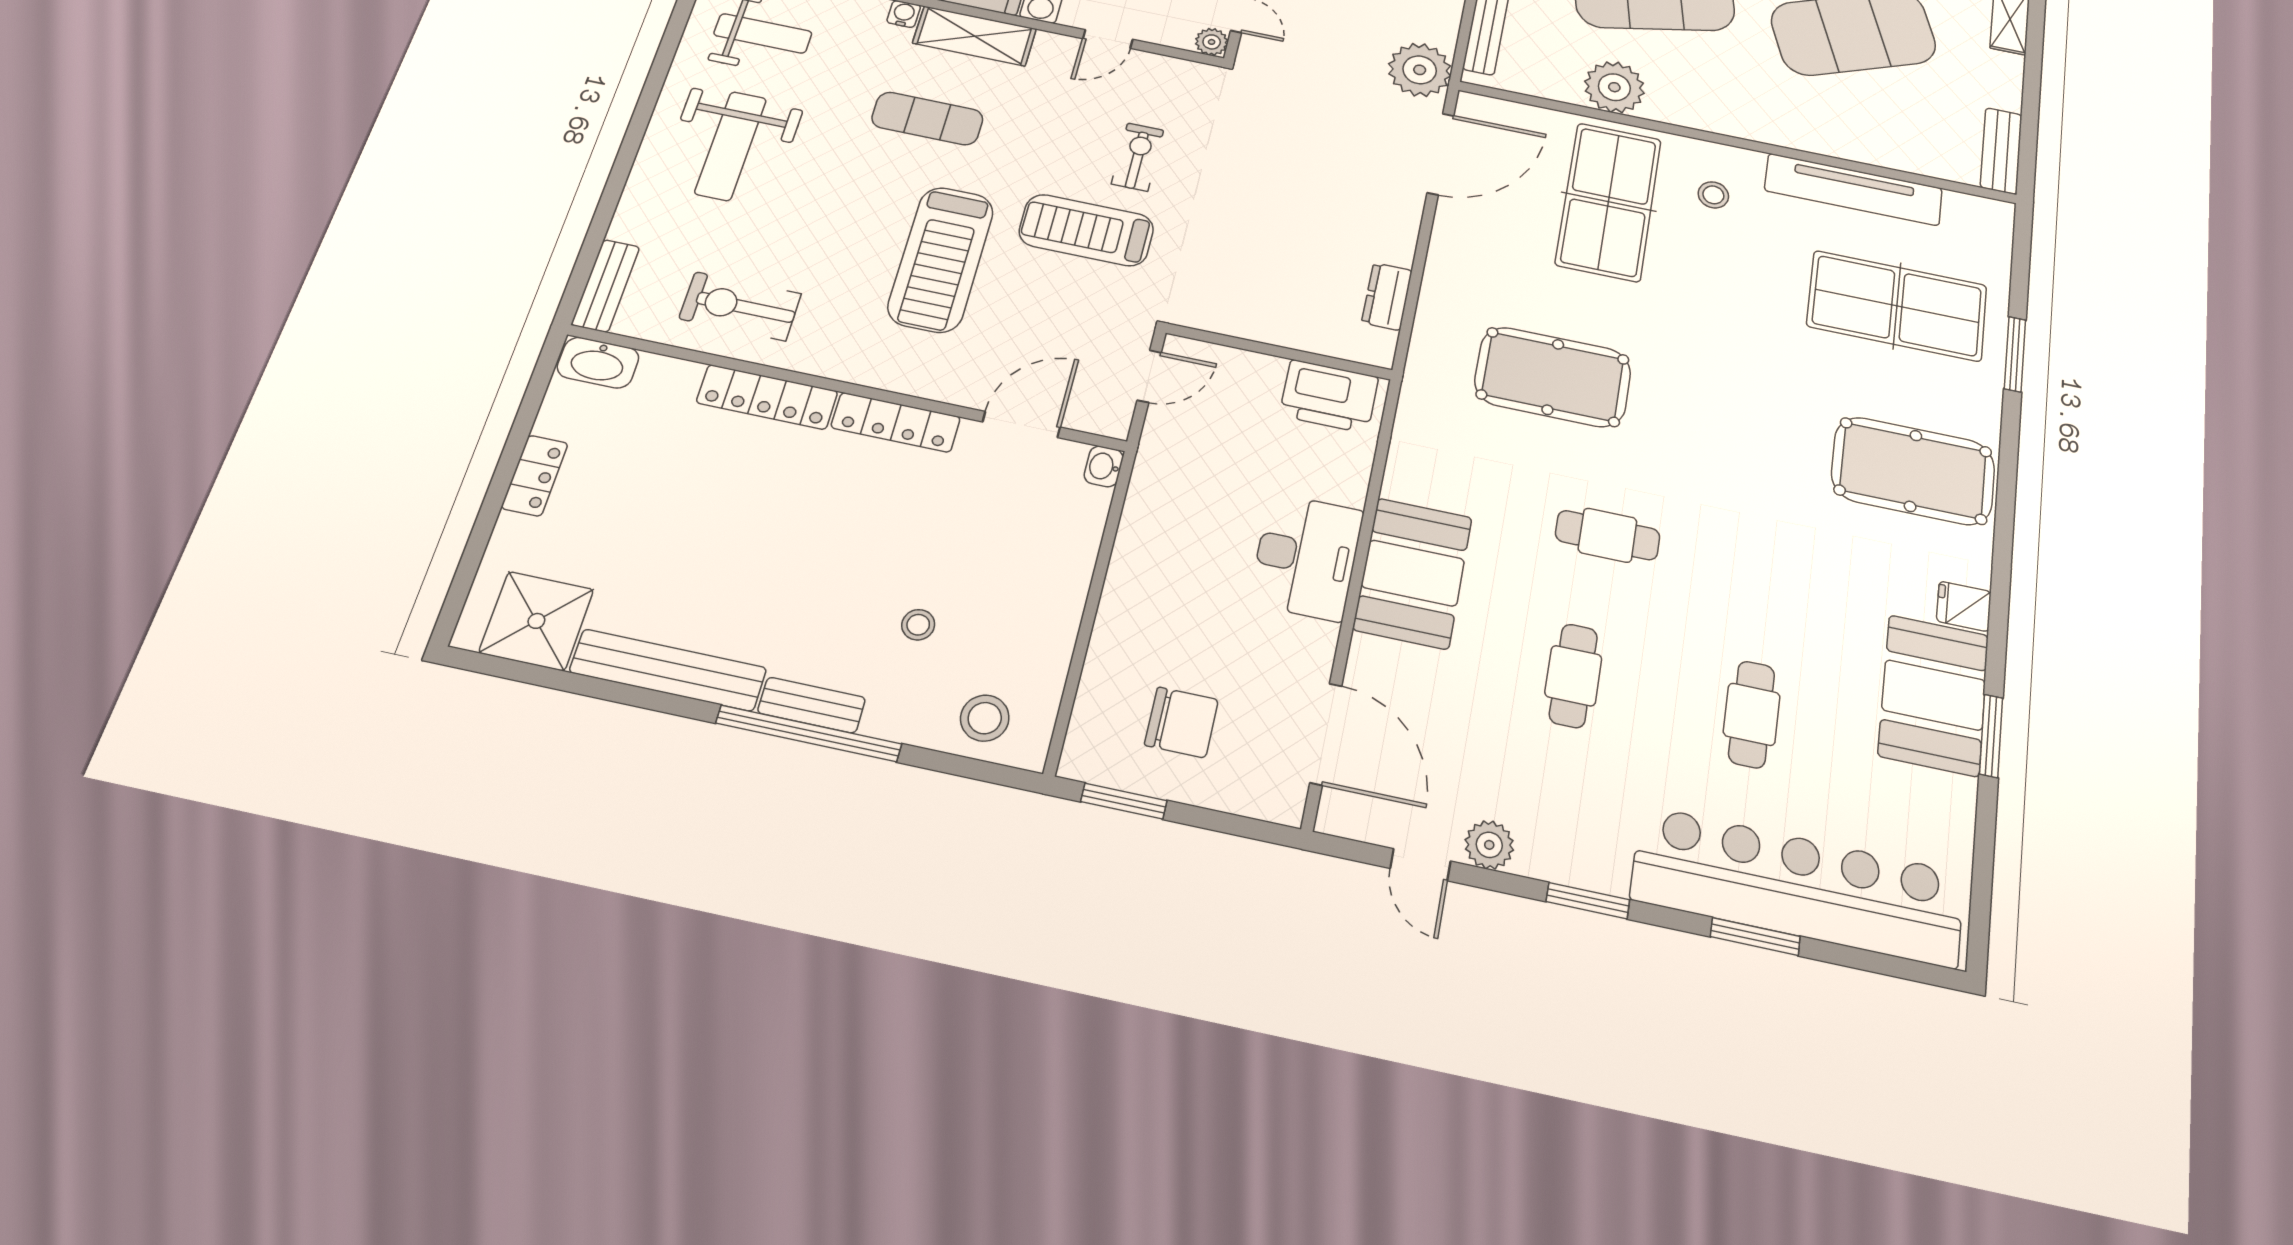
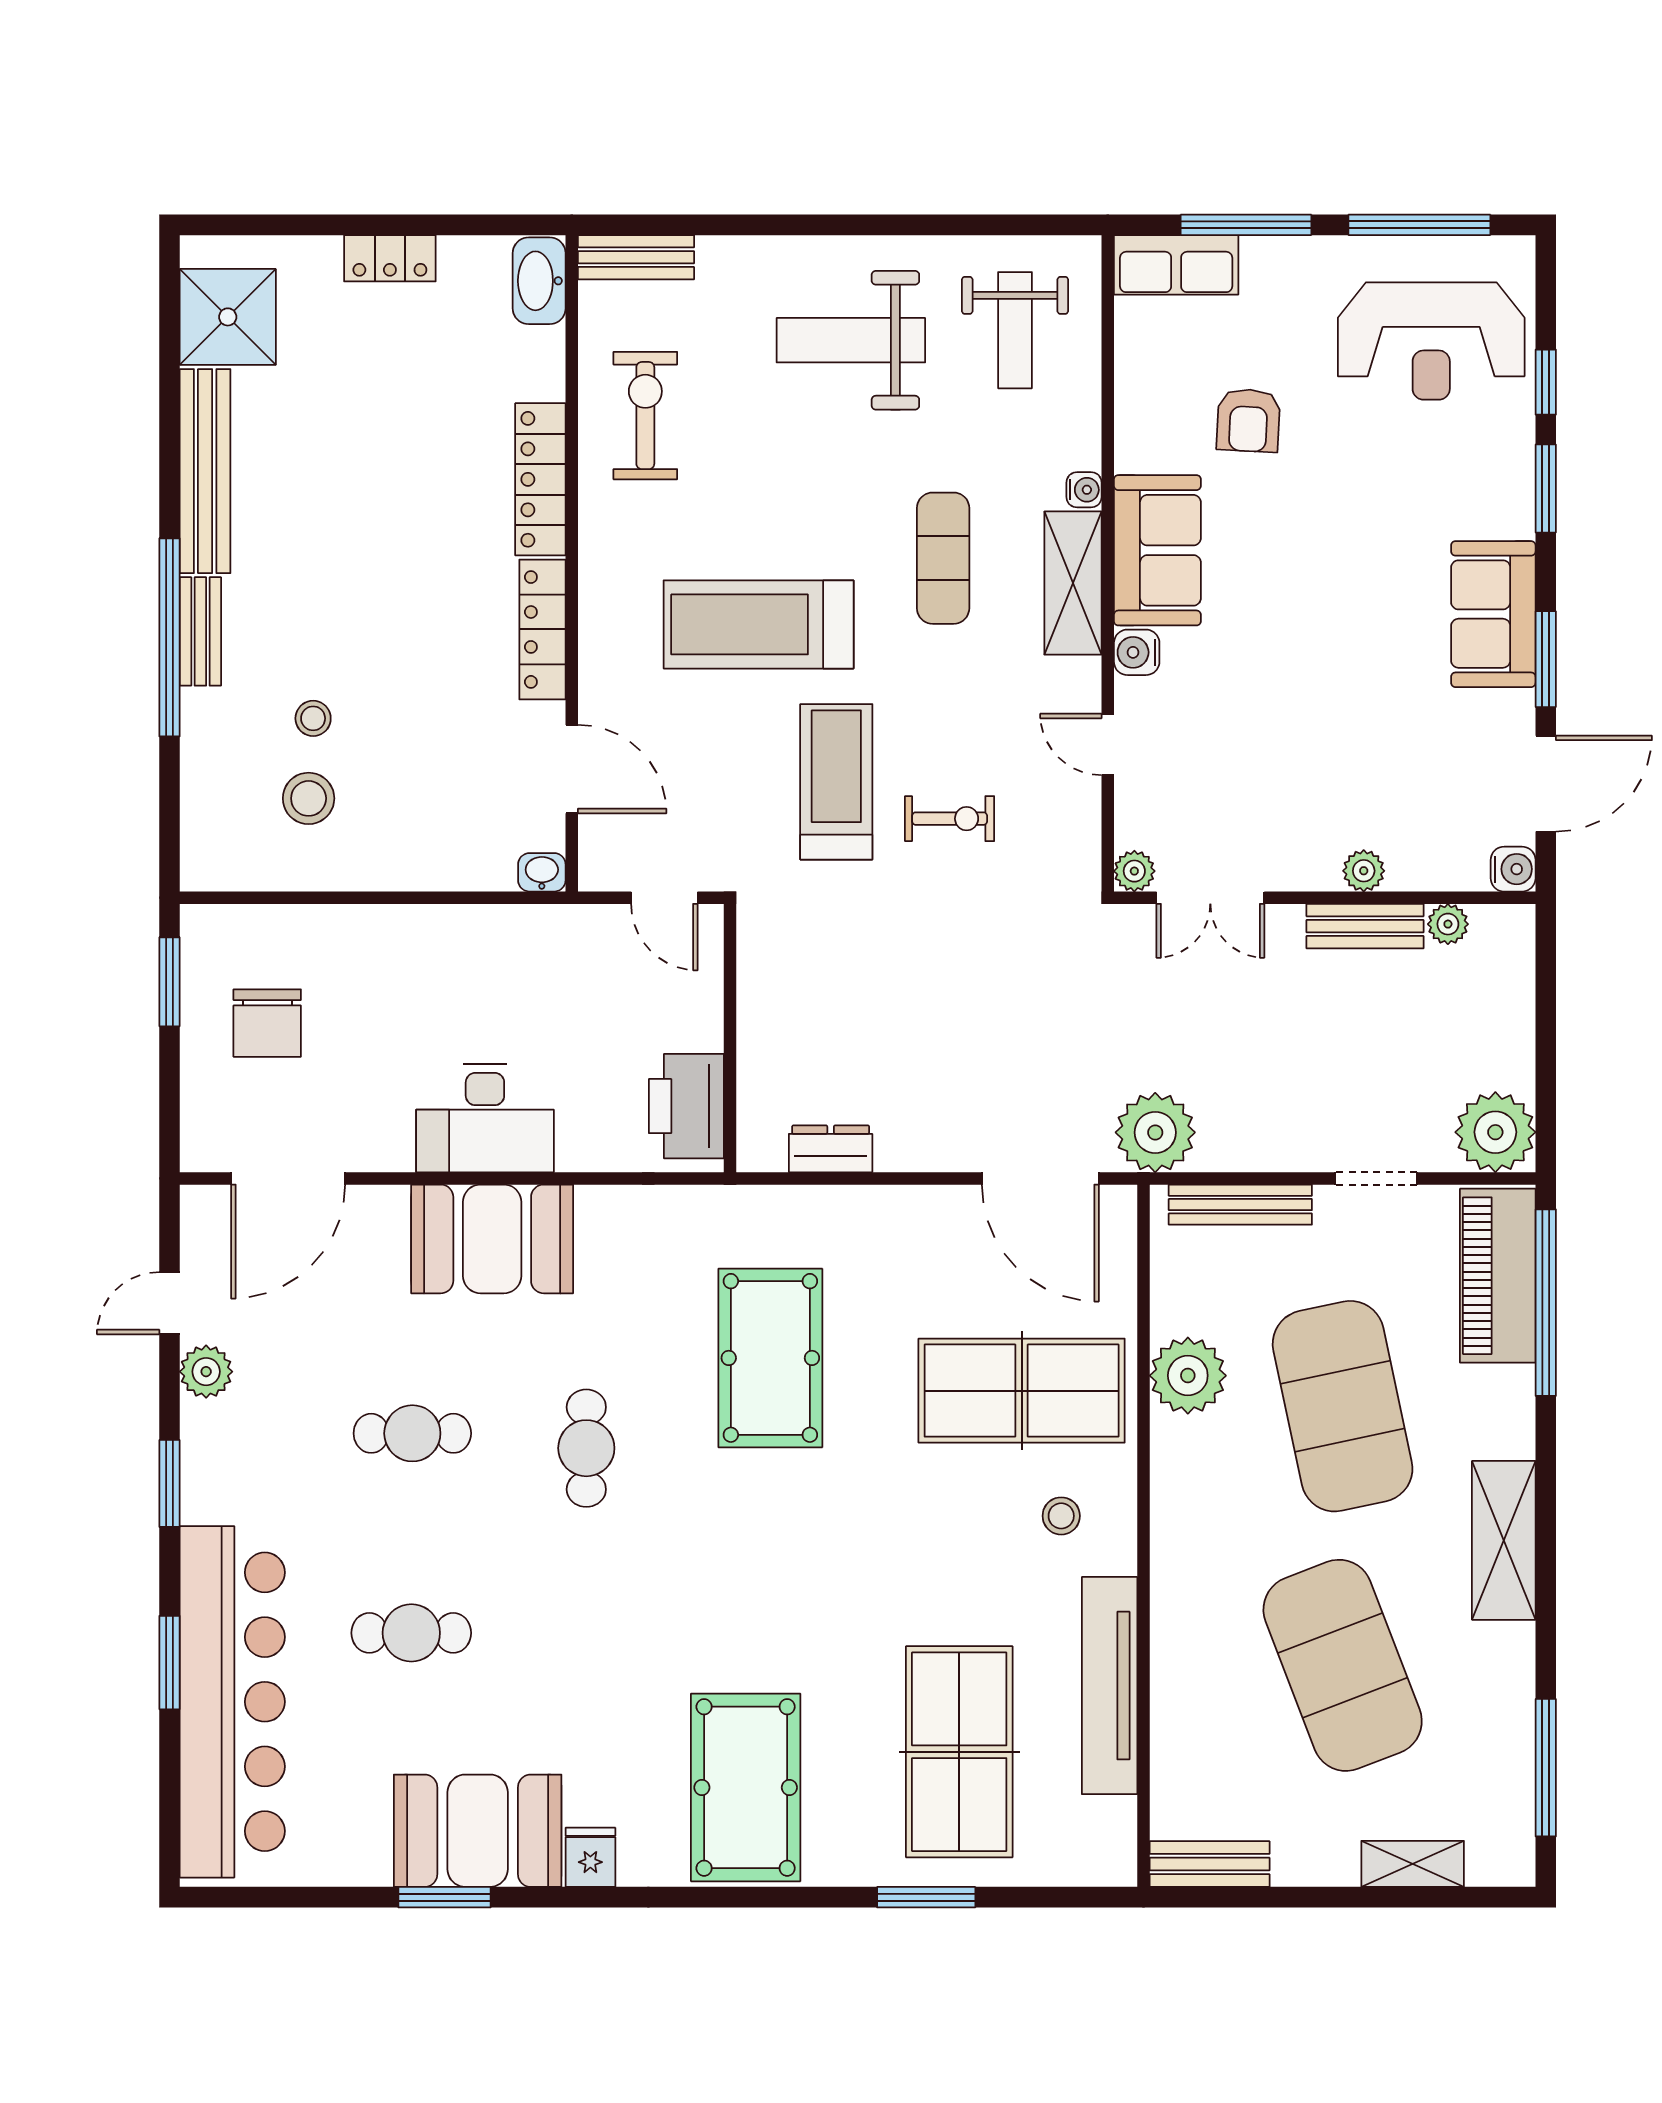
stool: (985, 718) -> (309, 798), moved

